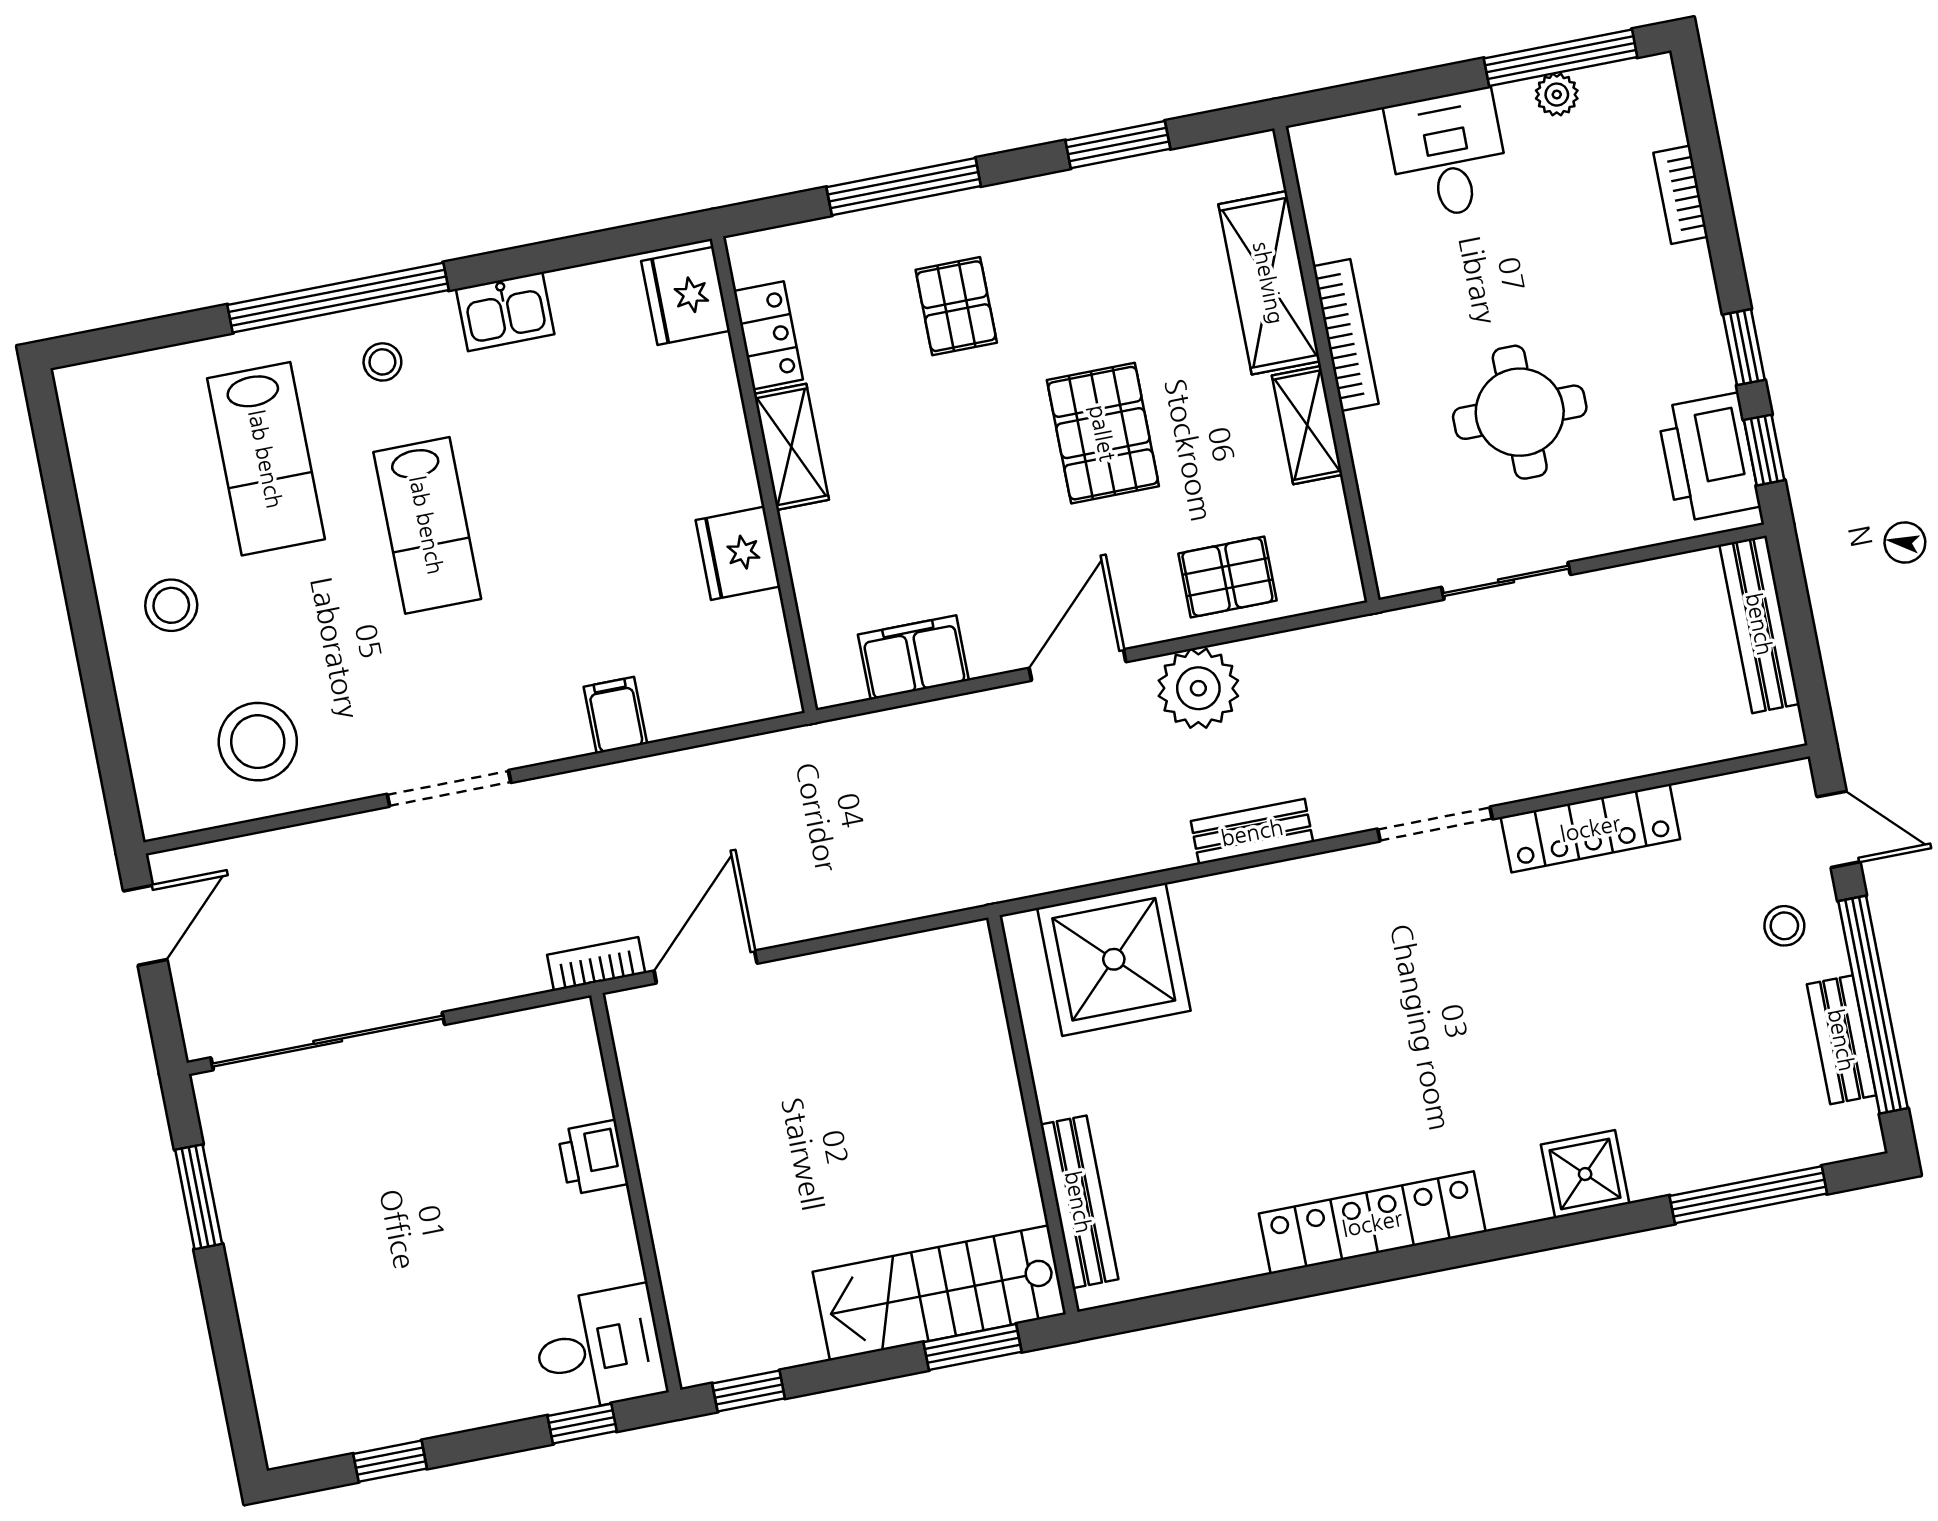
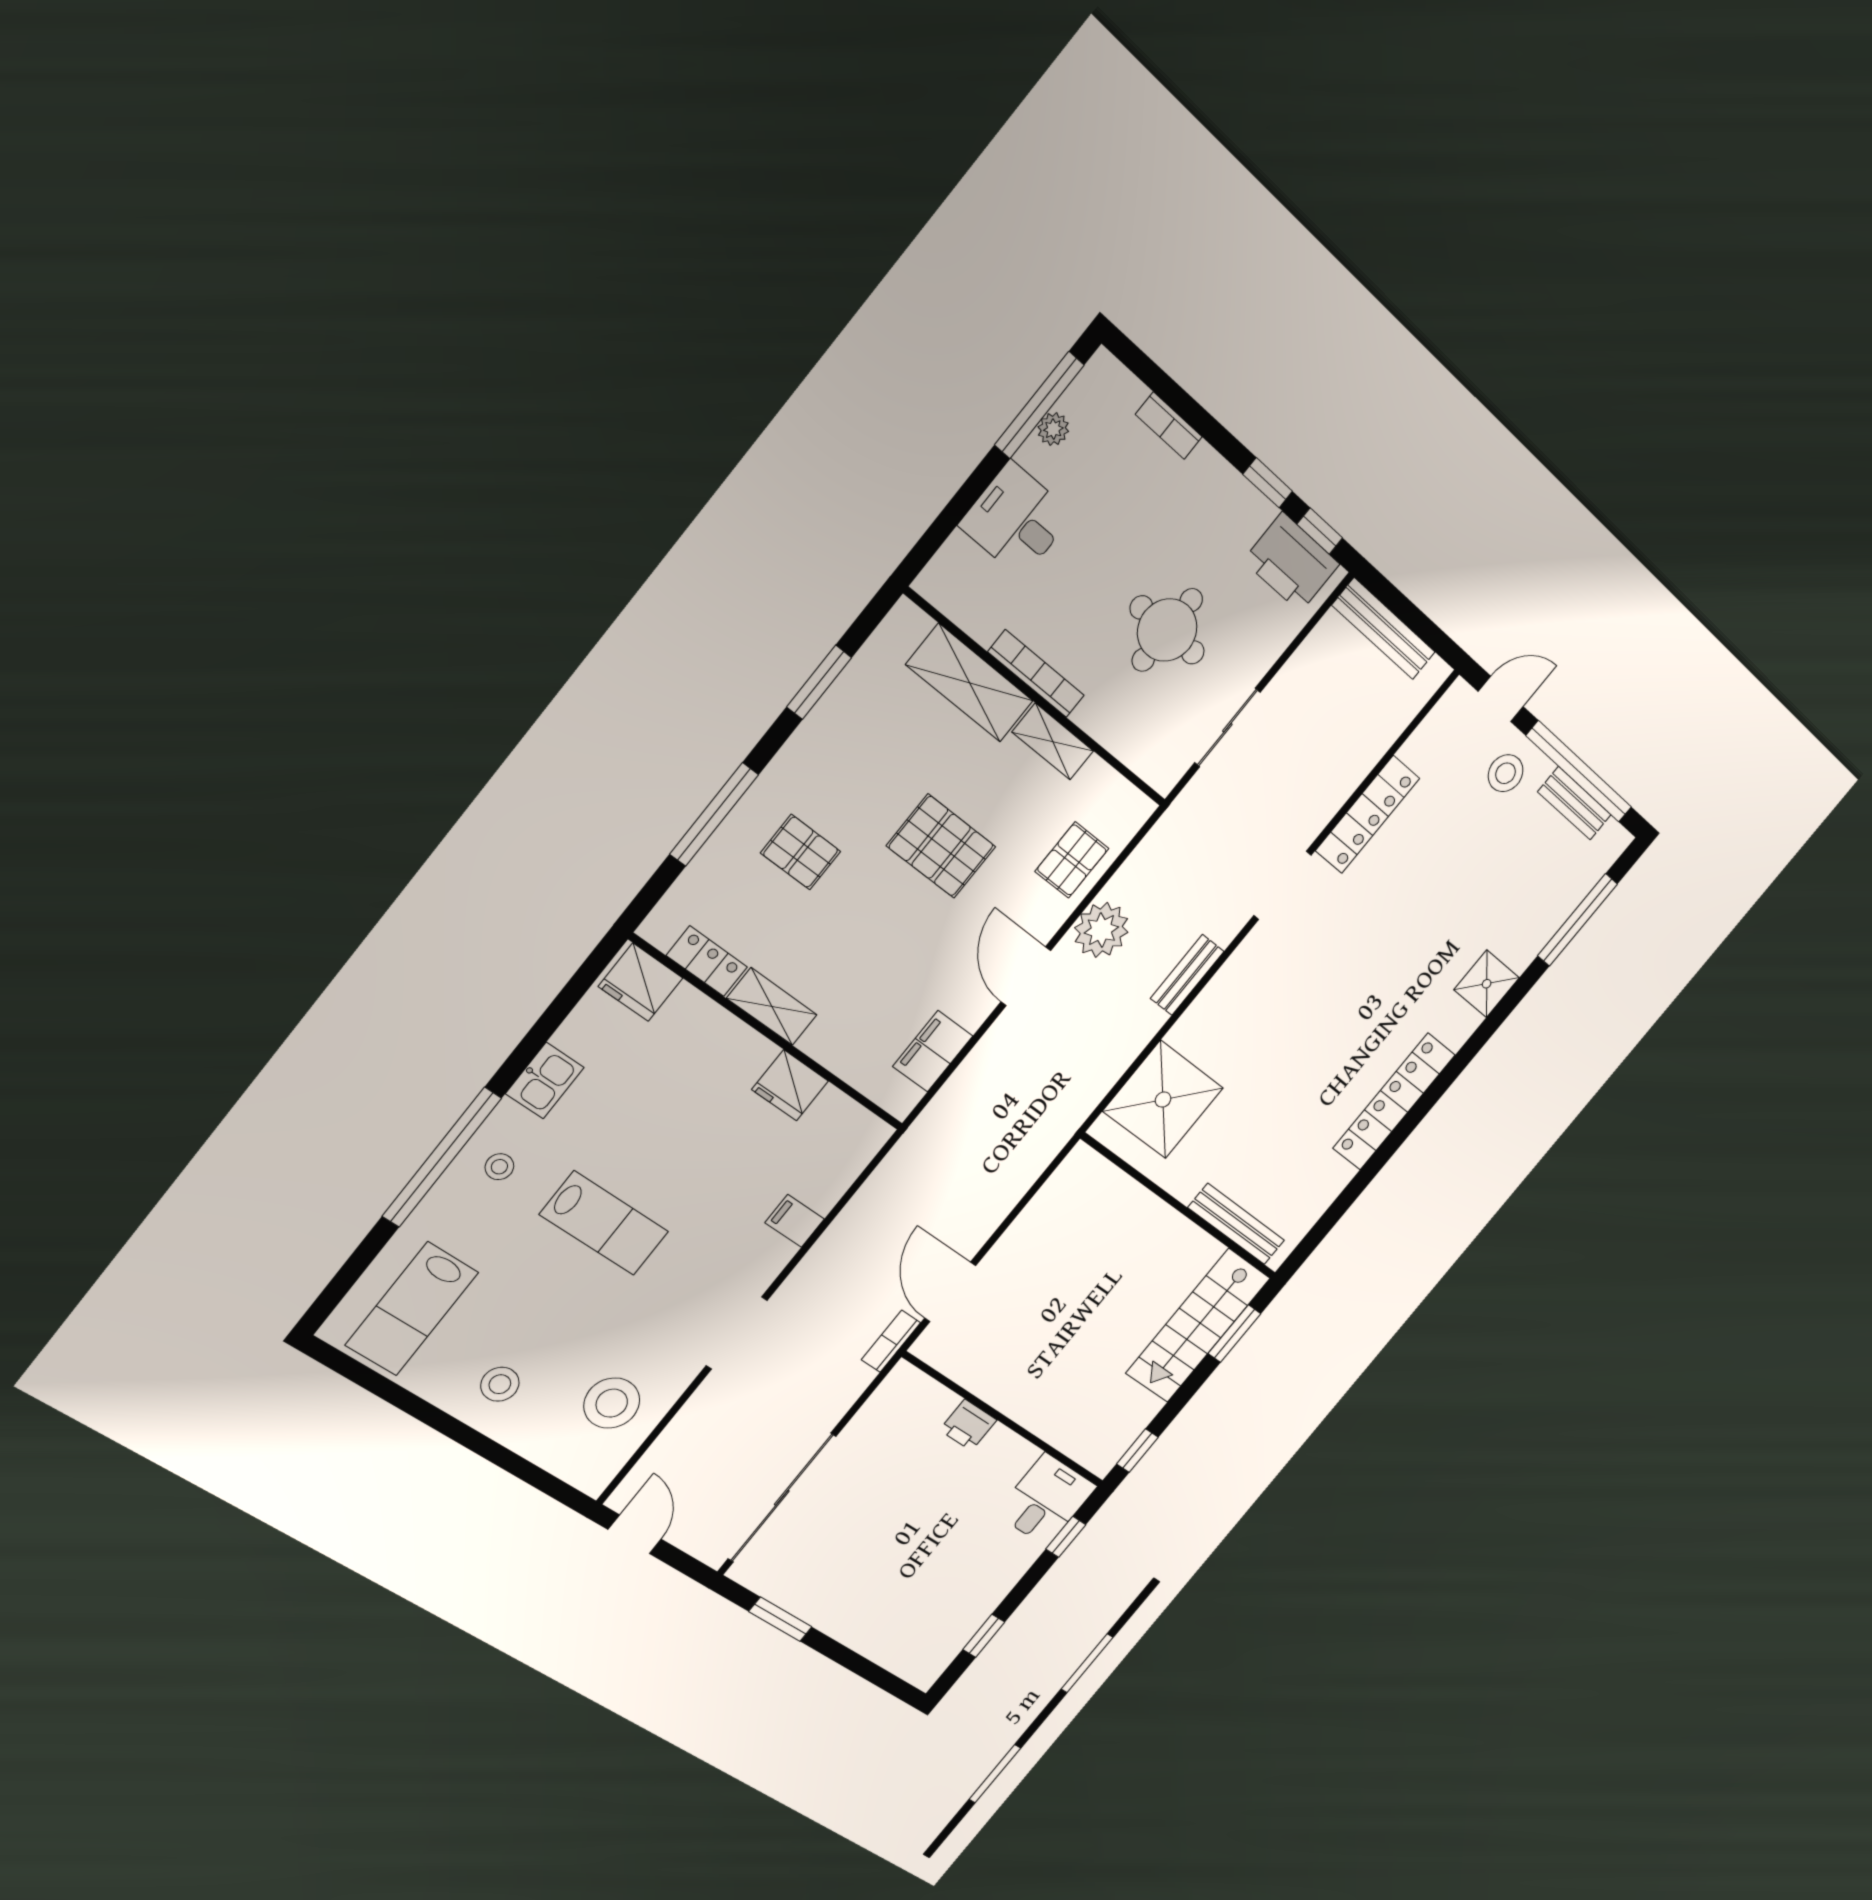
lab bench: (266, 459) -> (412, 1309), moved, turned 90
stool: (1784, 926) -> (1506, 773), width x1.37, depth x1.37

